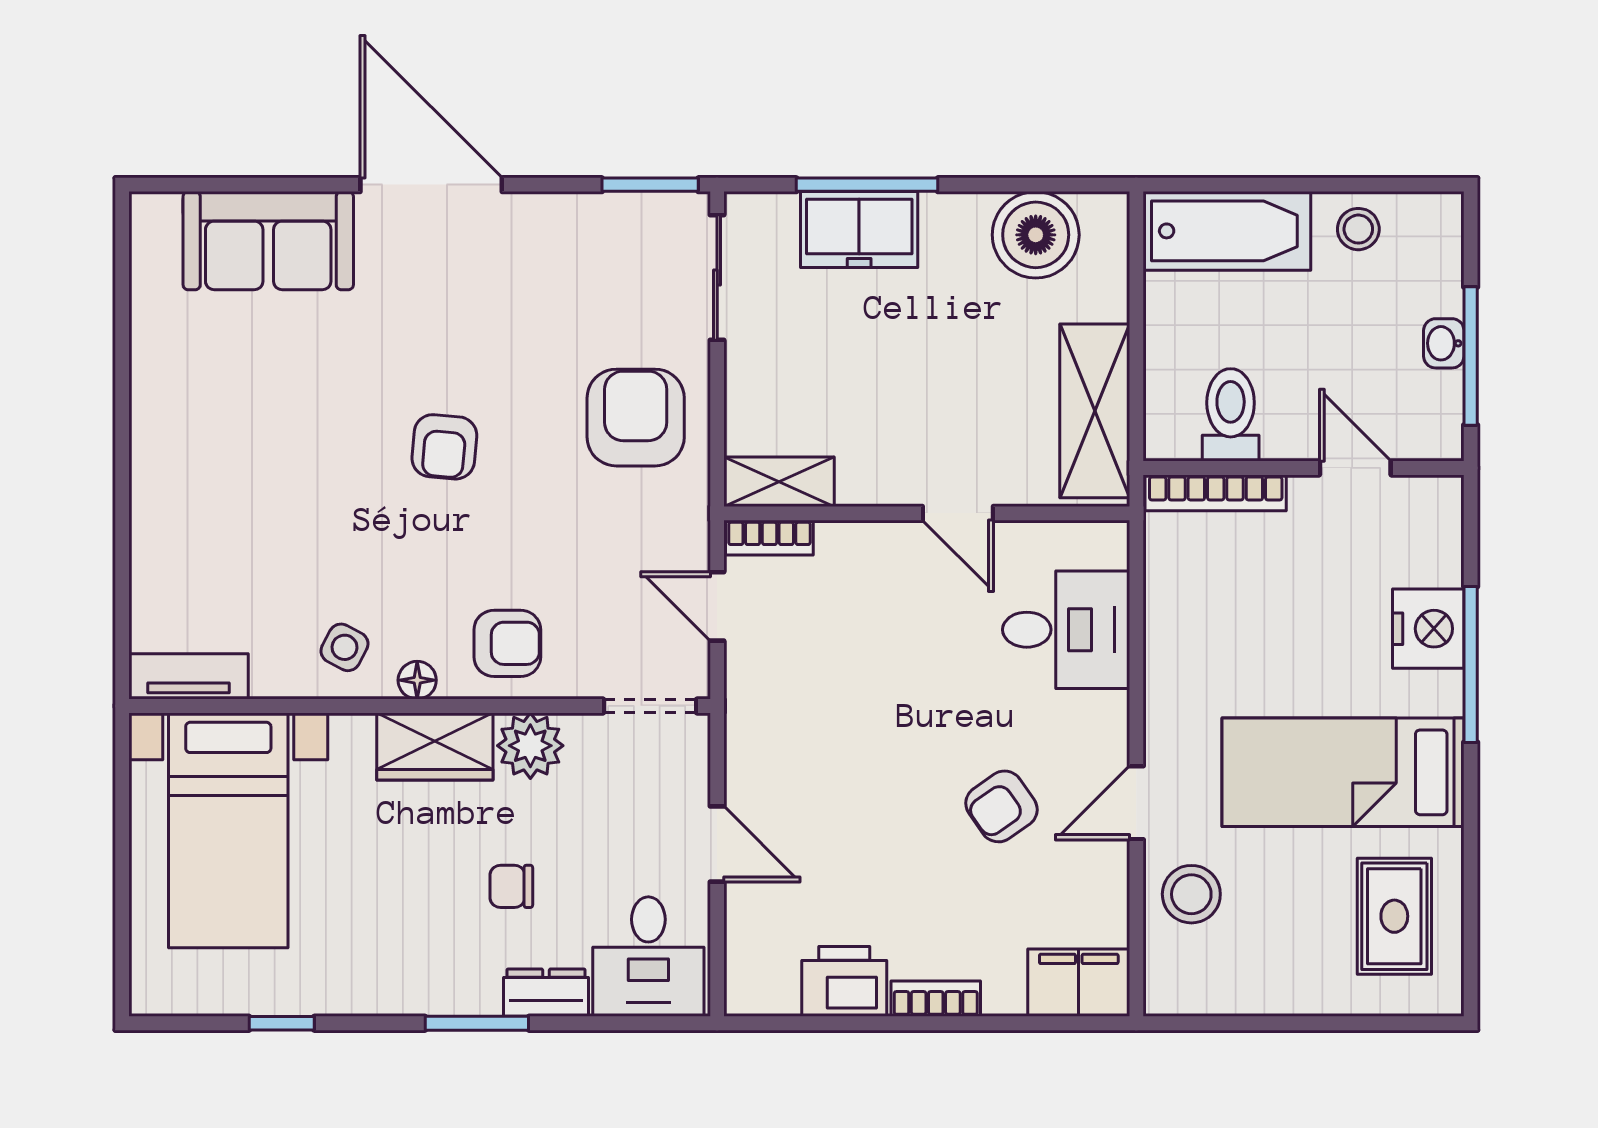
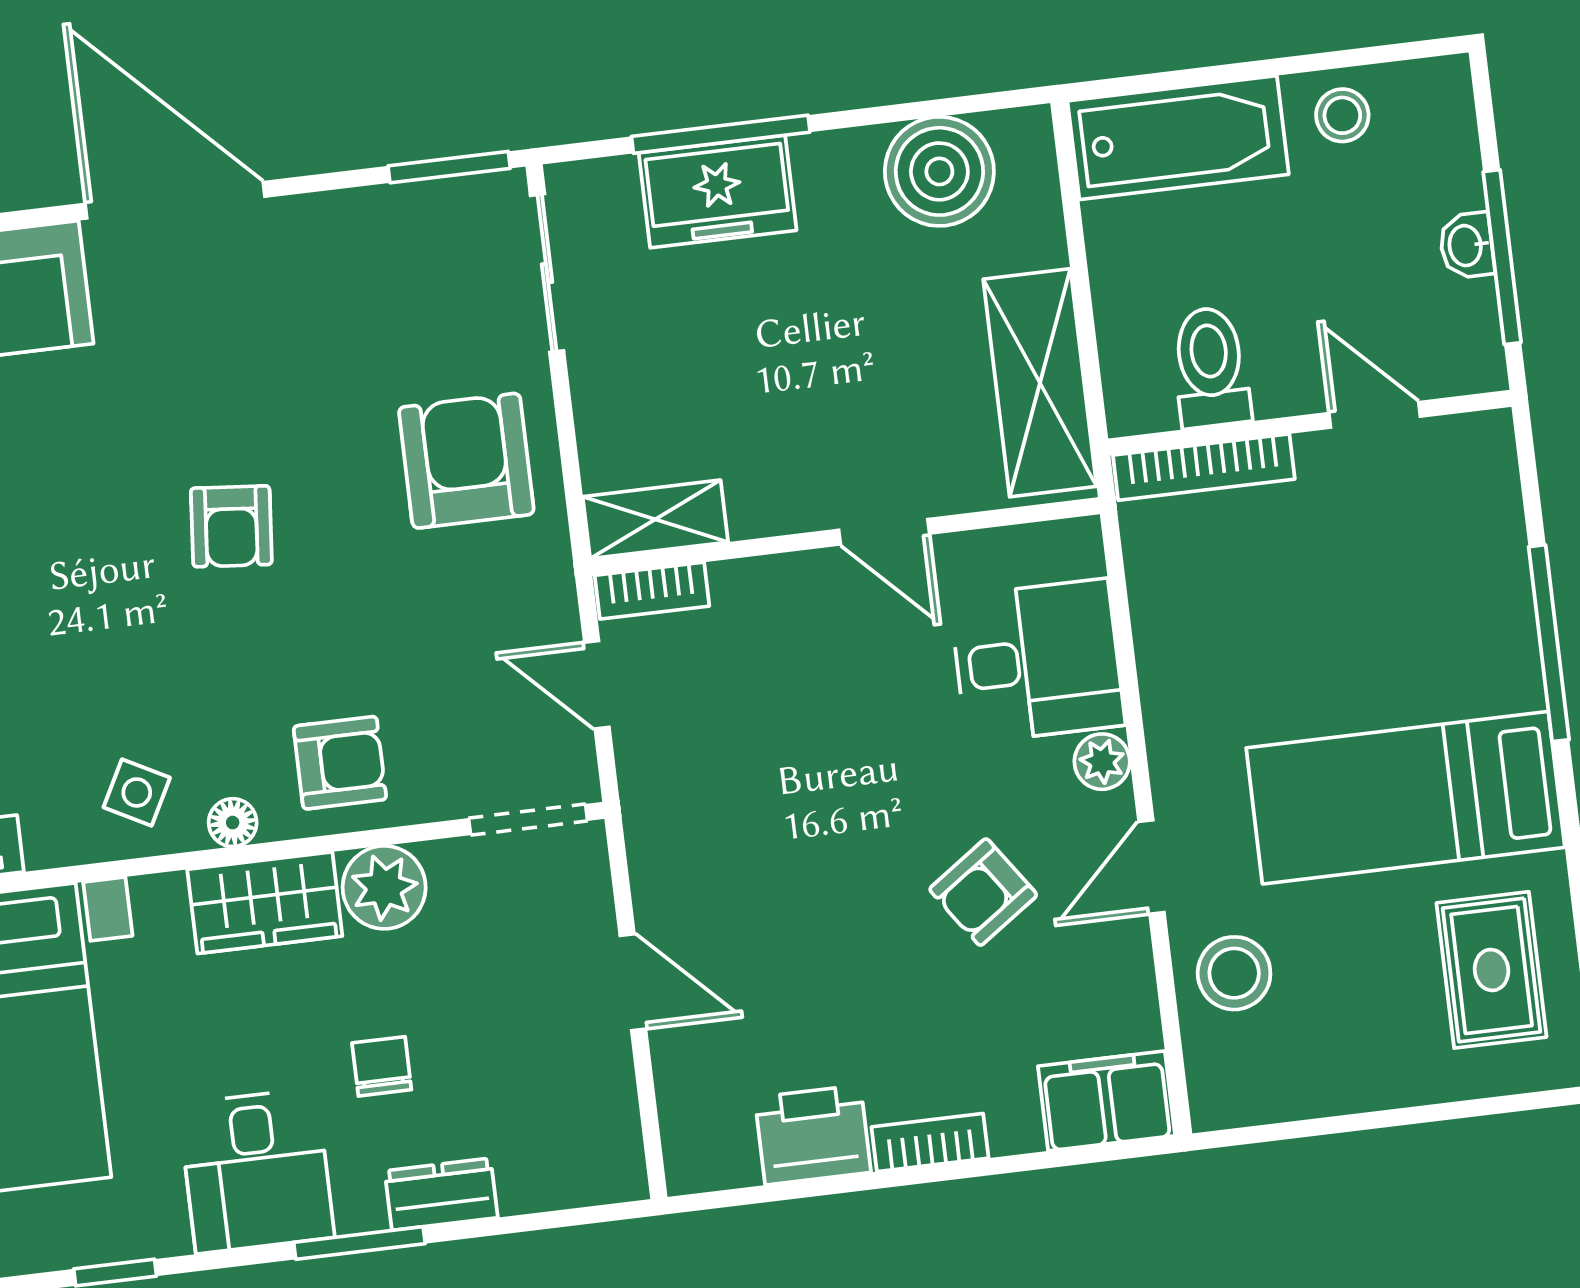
nightstand: (1428, 629) -> (1490, 605), removed
plant: (1108, 715) -> (1102, 762), added
chair: (511, 886) -> (382, 1066), turned 90
desk: (648, 957) -> (256, 1171), moved

